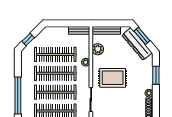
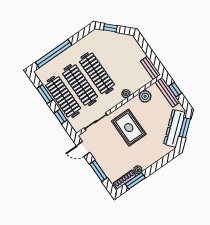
window: (108, 23) -> (175, 90), added
clothes rail: (55, 54) -> (114, 61), removed
window: (156, 75) -> (135, 181), moved

